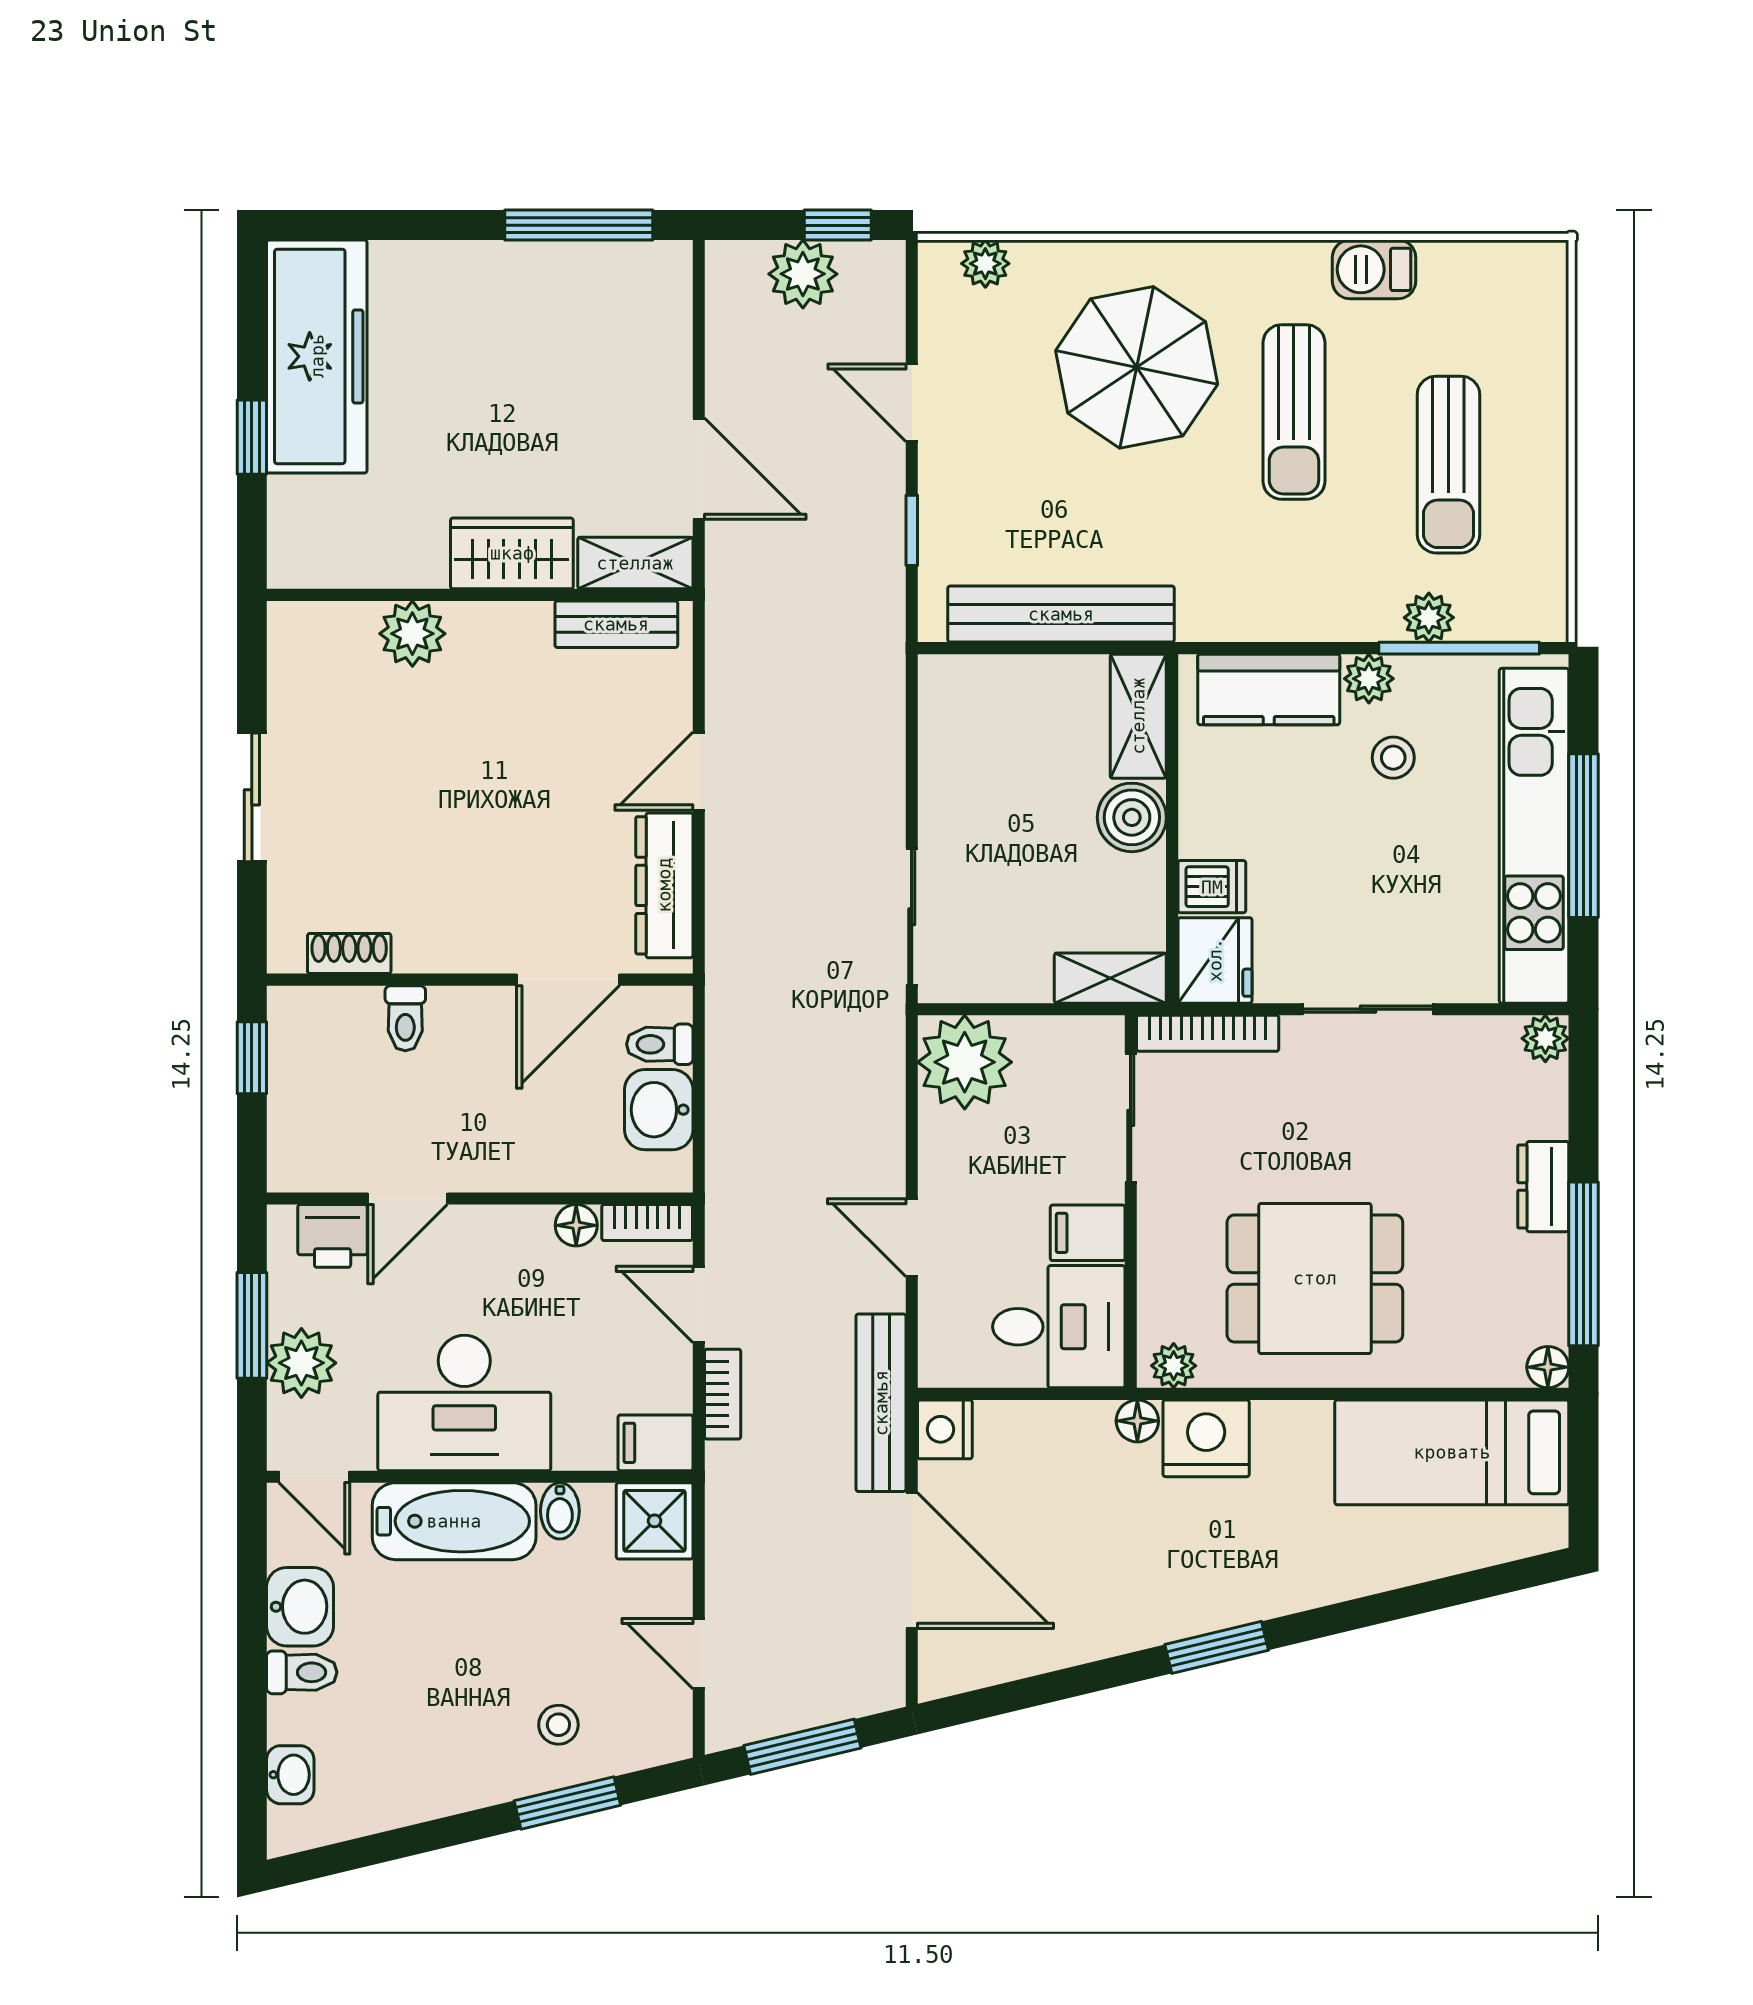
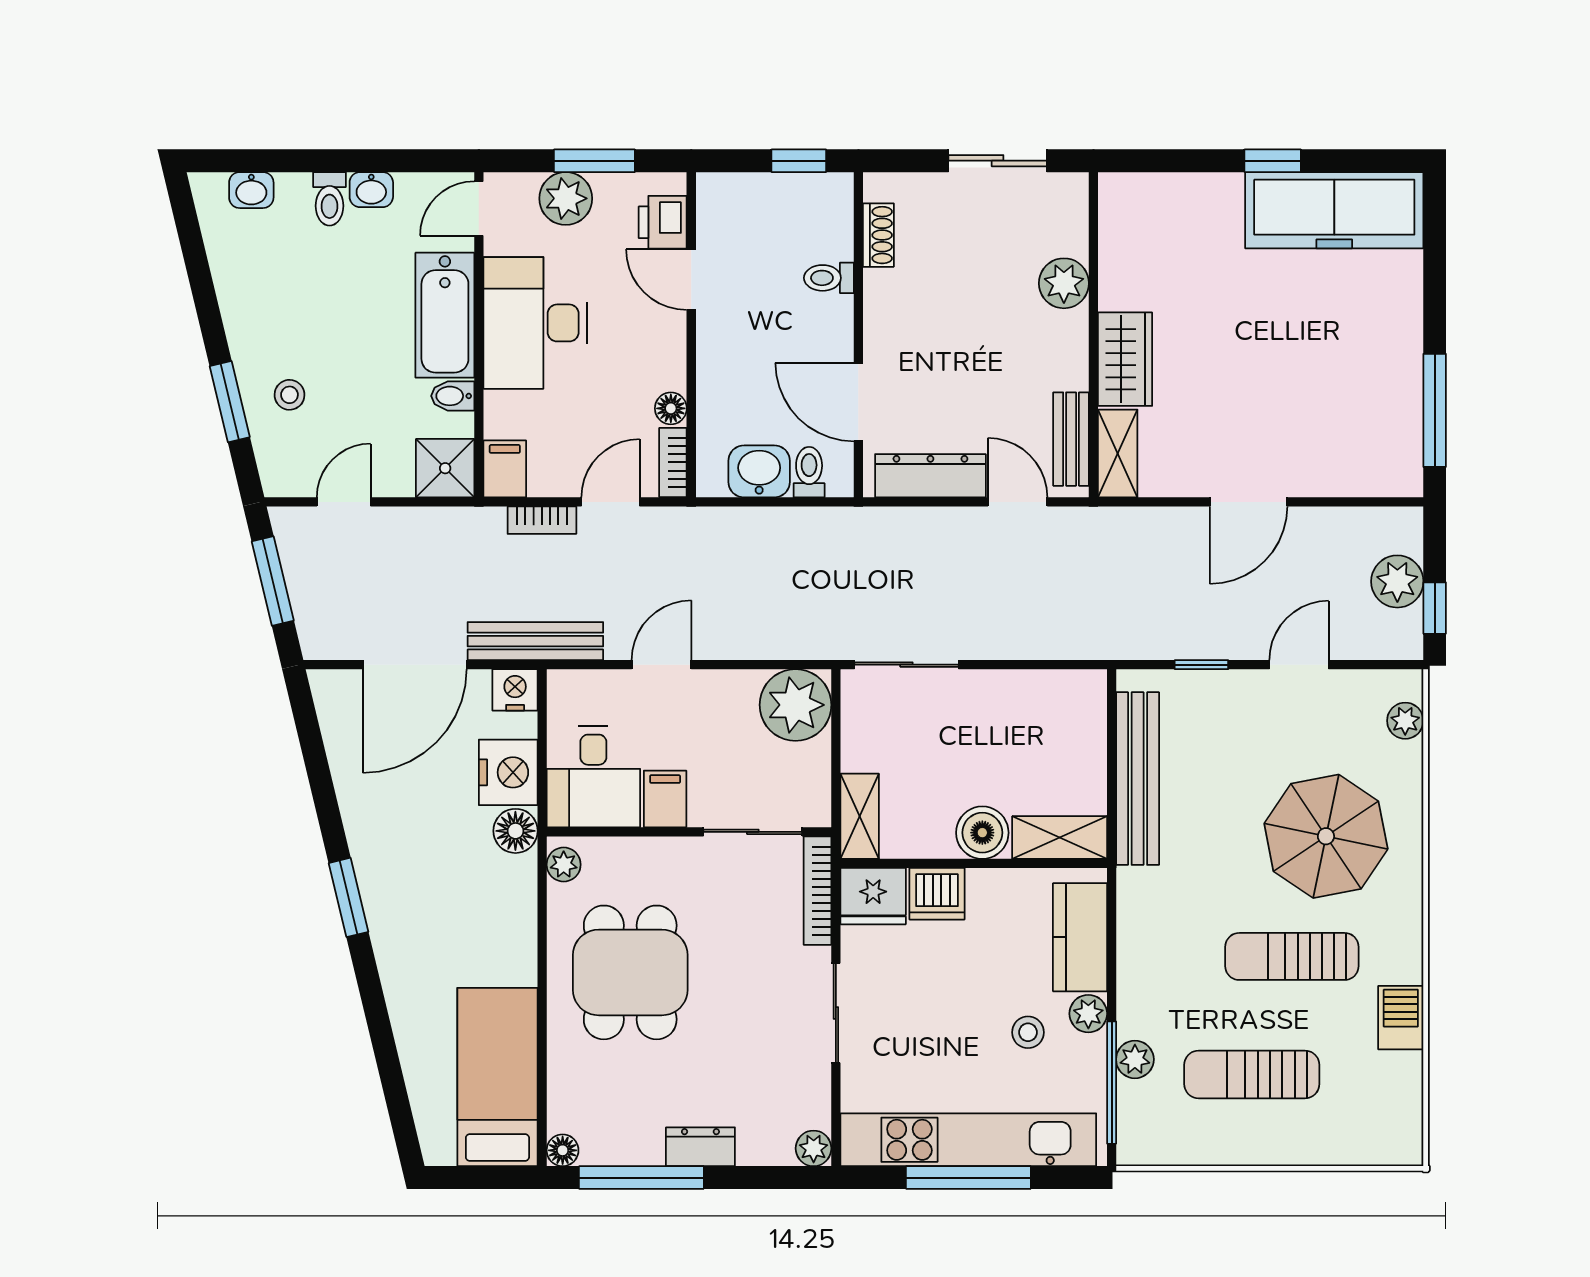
wardrobe: (512, 553) -> (1125, 359), moved
shelving: (635, 563) -> (1118, 453), moved
wall: (480, 595) -> (1093, 335), moved
bench: (616, 624) -> (1071, 439), moved
plant: (412, 634) -> (1064, 283), moved
dishwasher: (1212, 887) -> (937, 894), width x1.38
floor lamp: (1137, 1421) -> (515, 831), width x1.37, depth x1.37
nightstand: (1206, 1438) -> (508, 772), moved
washbasin: (300, 1607) -> (371, 190), width x0.72, depth x0.69

